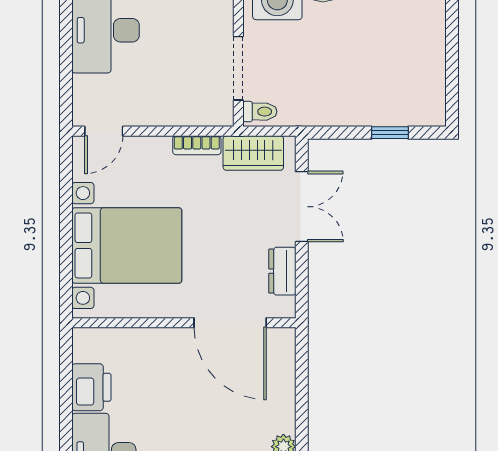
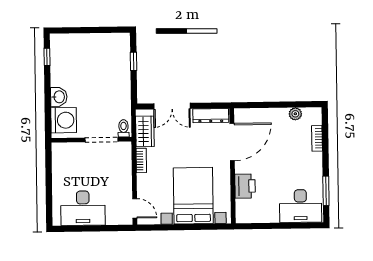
double door: (302, 207) -> (172, 106), swing flipped
dresser: (282, 271) -> (211, 116), width x1.44
printer: (91, 387) -> (245, 186), moved, turned 90

